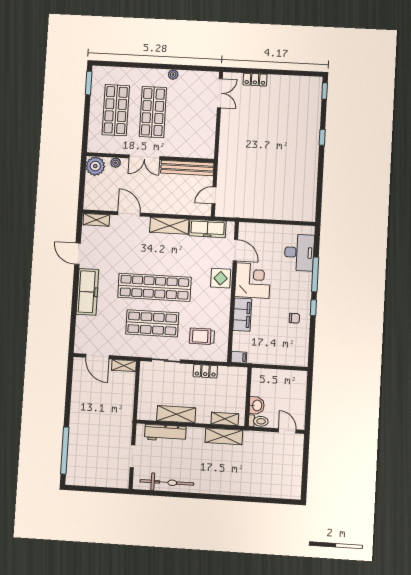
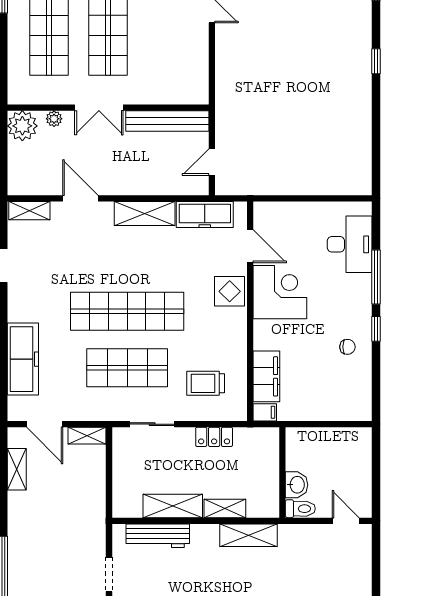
freezer: (87, 292) -> (23, 359), moved
filing cabinet: (242, 315) -> (266, 376), moved
shelving: (78, 384) -> (17, 469), added
shelving: (225, 419) -> (225, 508), moved

